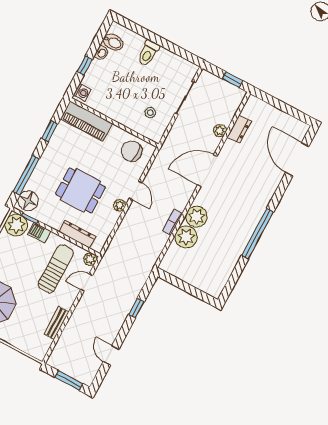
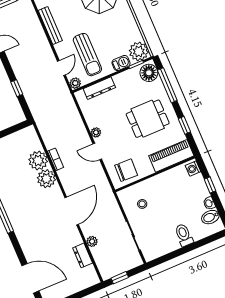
dining table: (80, 190) -> (148, 119), moved
bench: (56, 323) -> (50, 25), width x1.36

